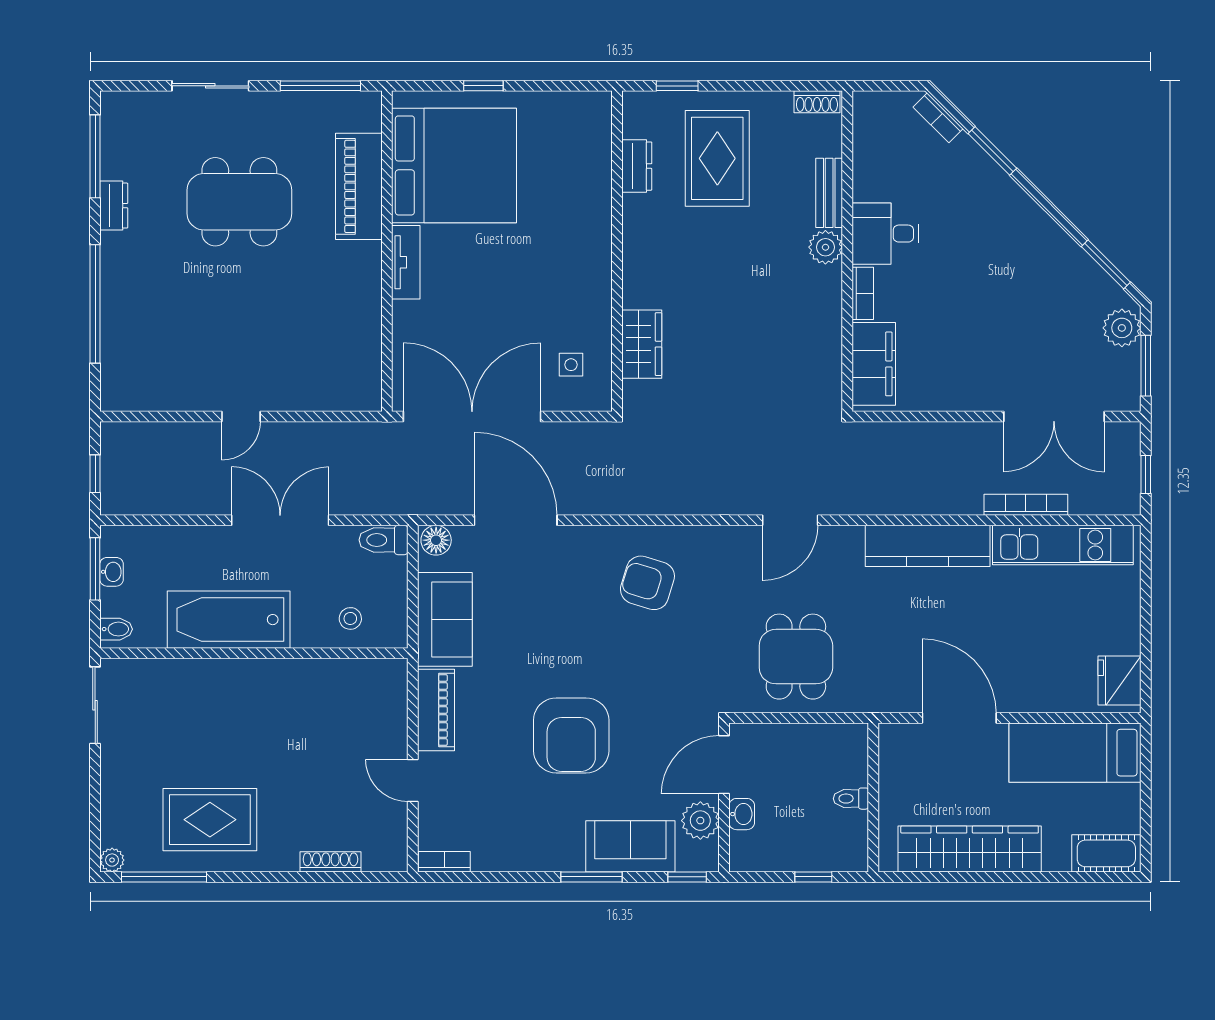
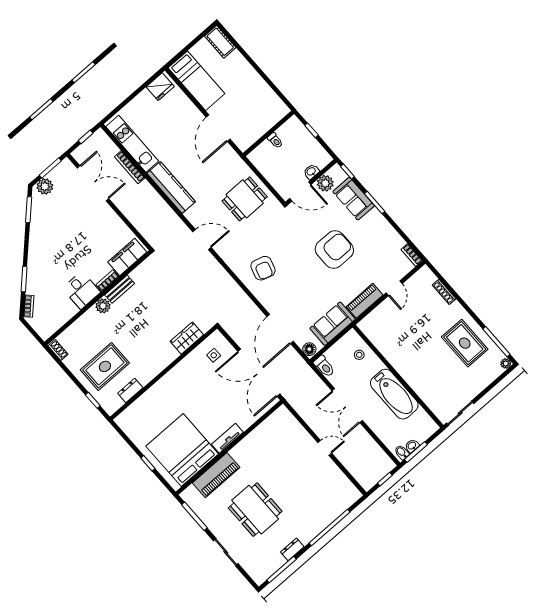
bench: (829, 193) -> (120, 289), moved
bidet: (116, 629) -> (402, 452), moved
wardrobe: (970, 849) -> (258, 87), removed

